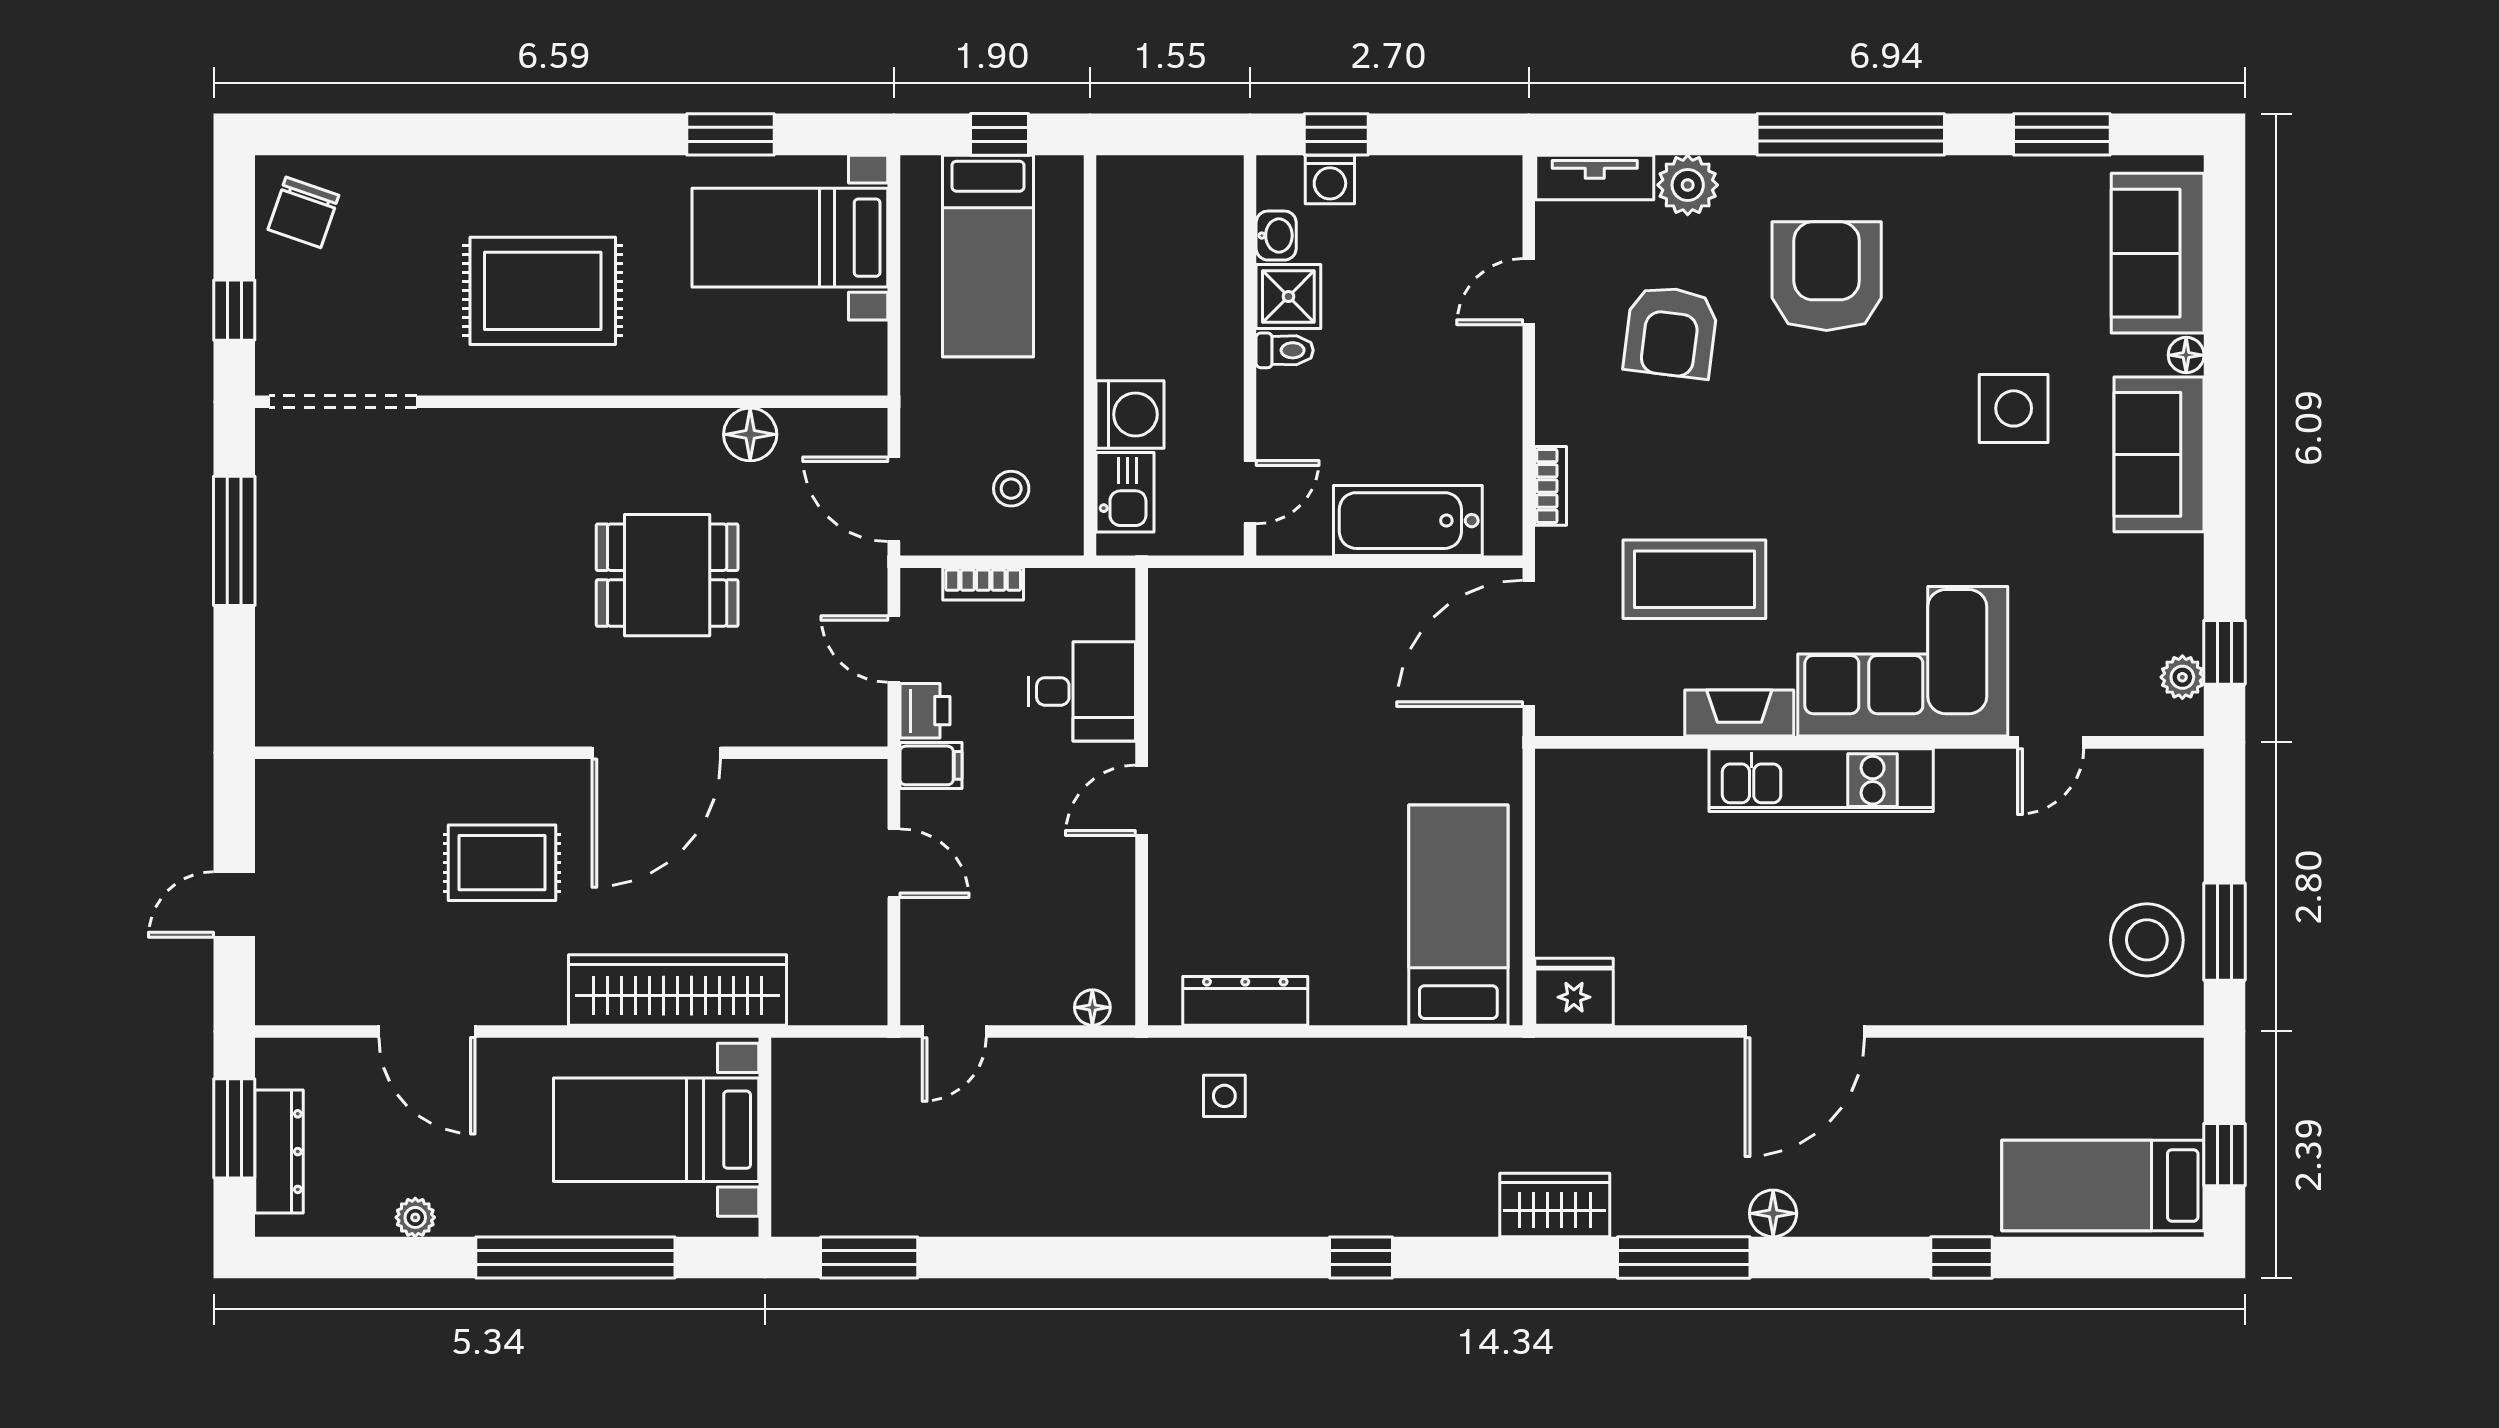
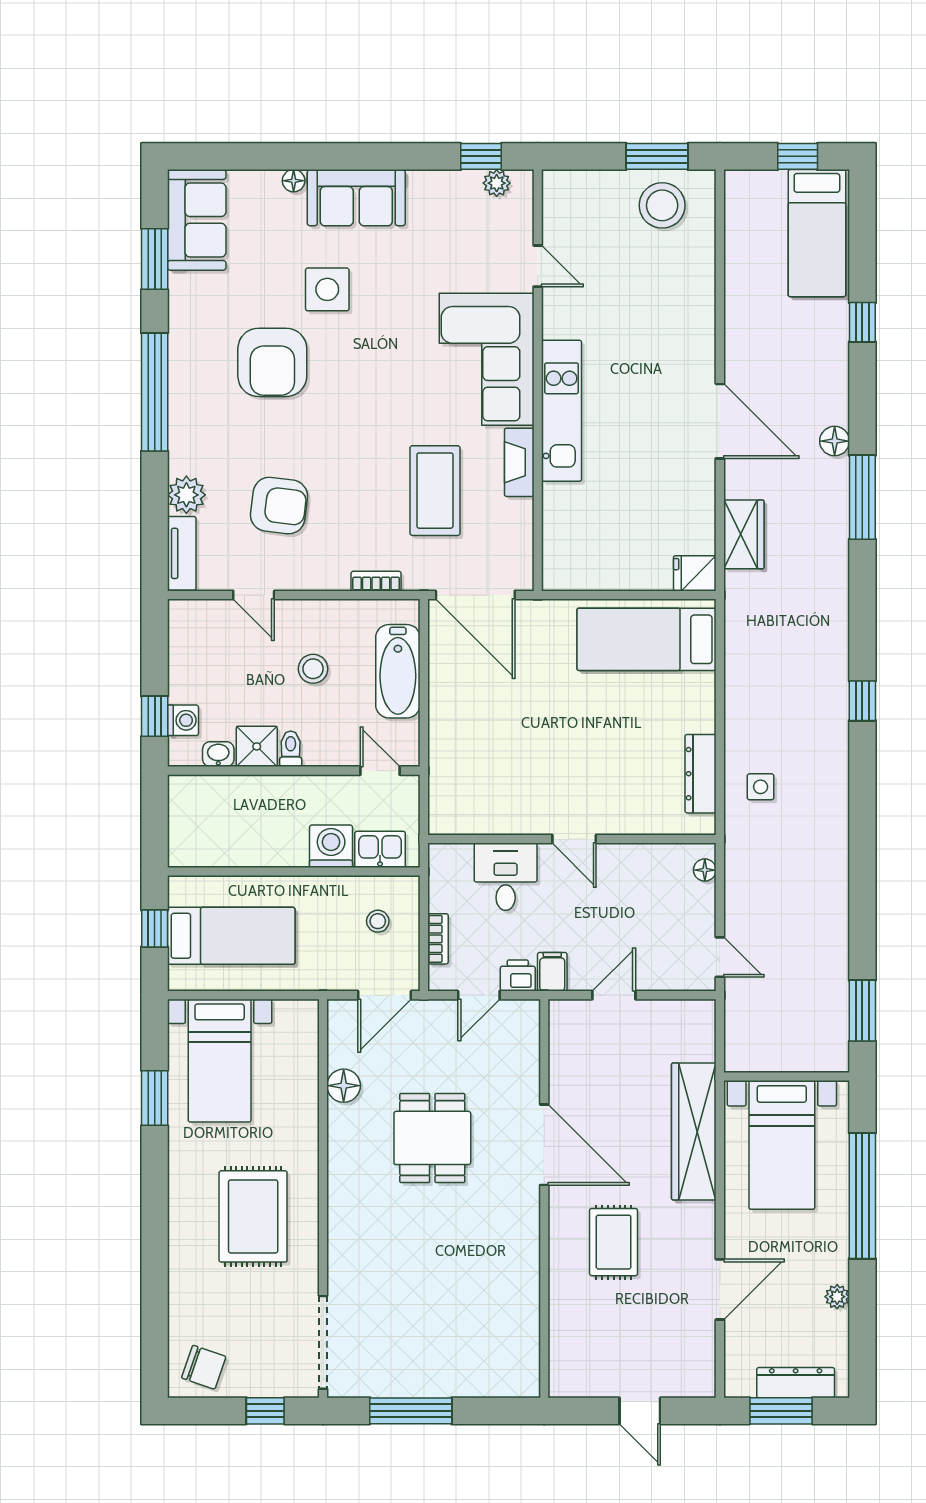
sofa: (2158, 253) -> (197, 220), moved, turned -90
armchair: (1827, 276) -> (272, 362), moved, turned -90
stool: (1412, 386) -> (313, 669), added
fridge: (1574, 992) -> (695, 573), width x0.72
wardrobe: (1555, 1205) -> (744, 534), moved, turned 180

